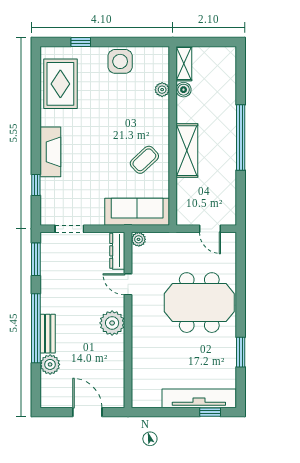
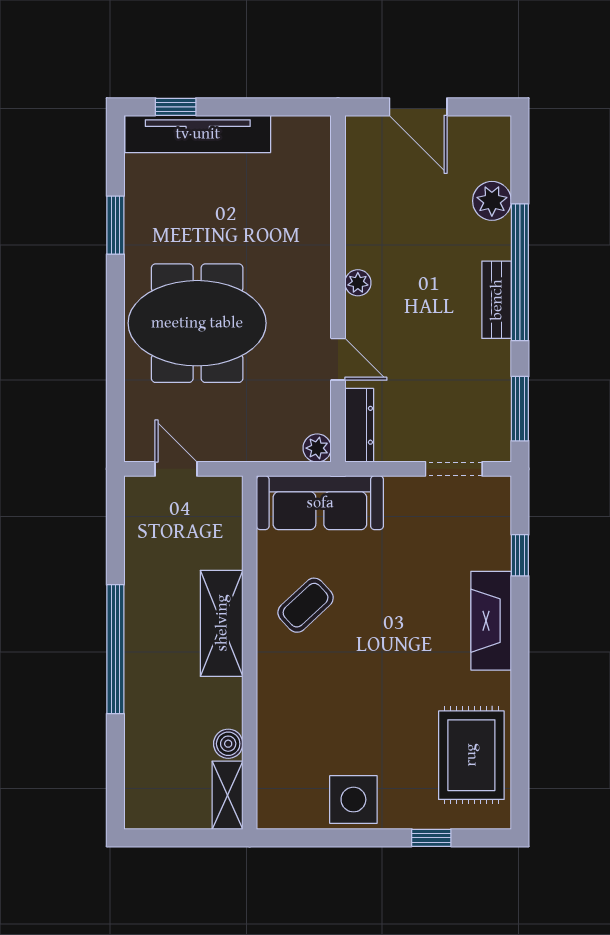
plant: (162, 90) -> (271, 744), removed
plant: (112, 323) -> (358, 283), width x0.53, depth x0.53
bench: (48, 334) -> (497, 300), moved

